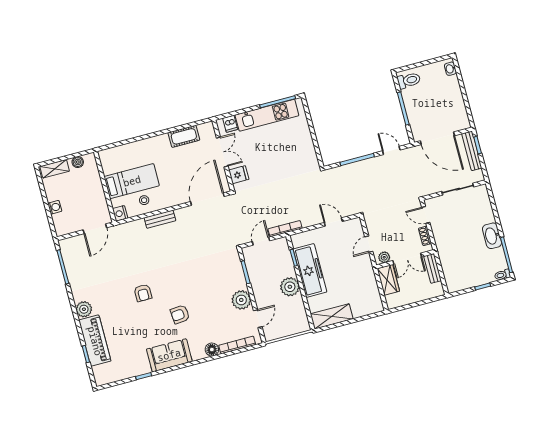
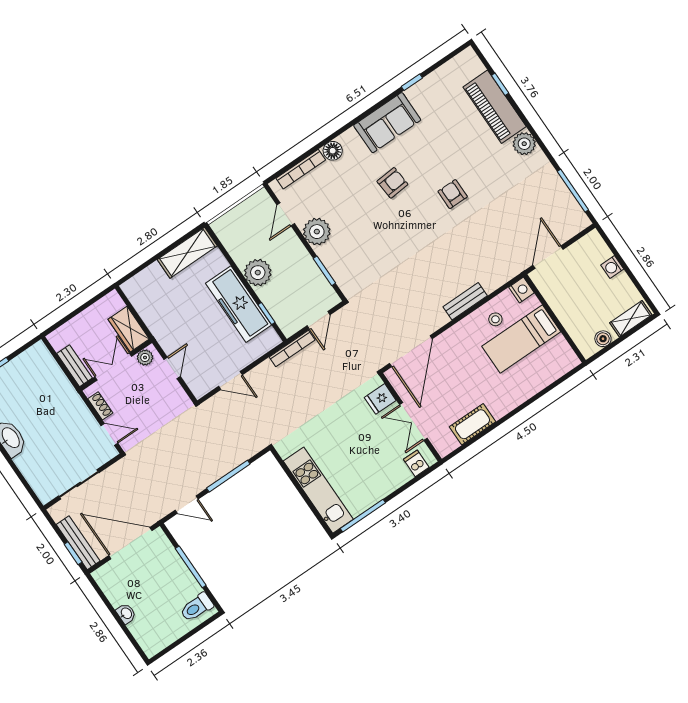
washbasin: (450, 69) -> (126, 613), moved
kitchen unit: (267, 115) -> (318, 490), moved, turned 90

